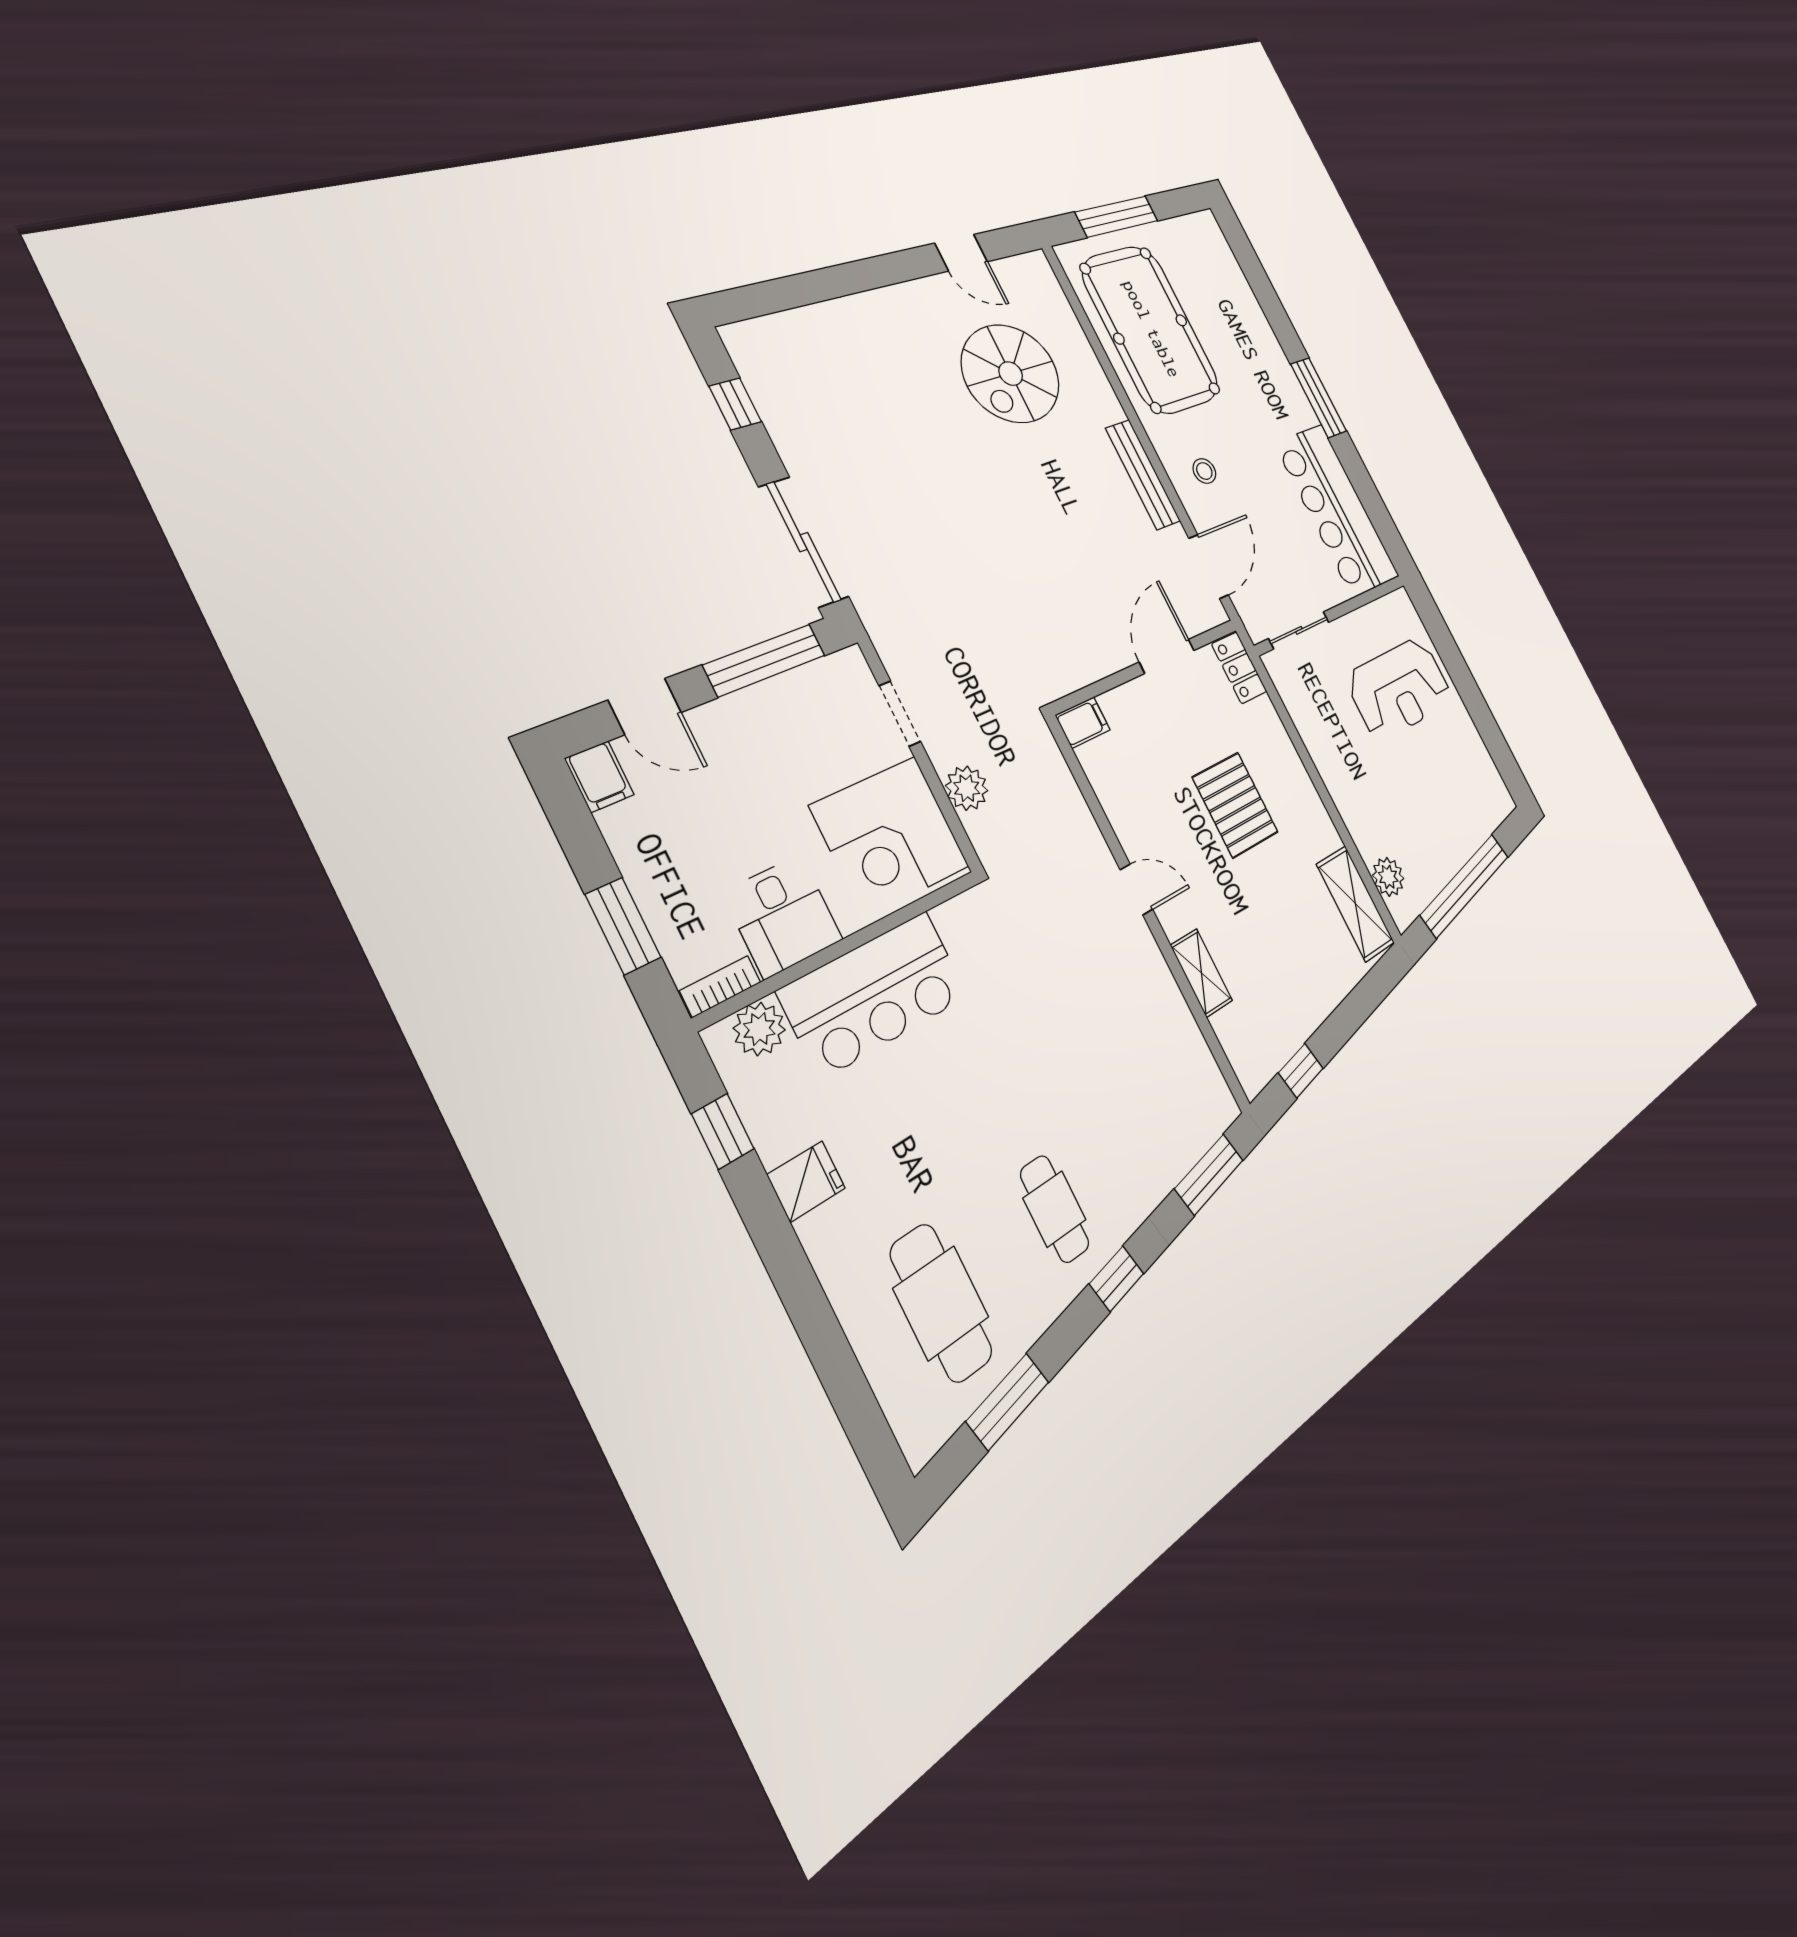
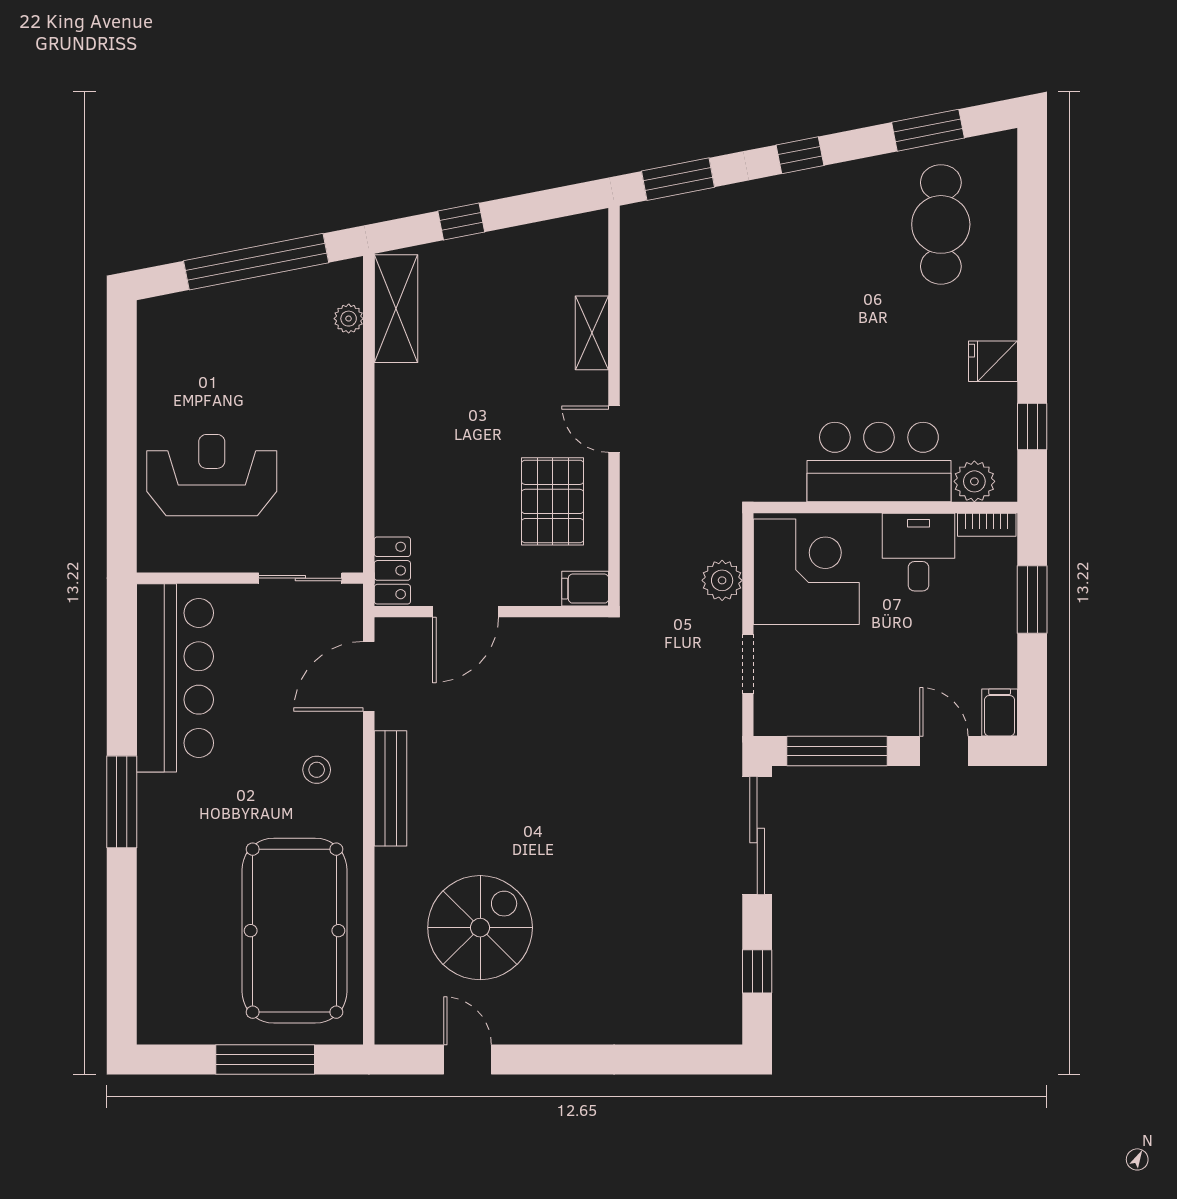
pallet: (1235, 805) -> (553, 501), moved
plant: (1388, 877) -> (349, 319), width x0.73, depth x0.73
window: (1301, 1071) -> (461, 222), moved
cafe table: (1055, 1209) -> (822, 233), removed

